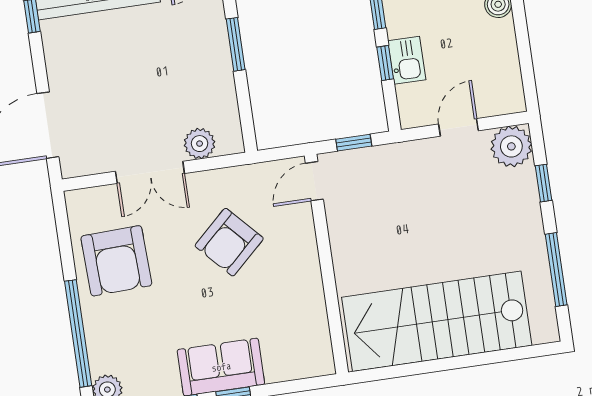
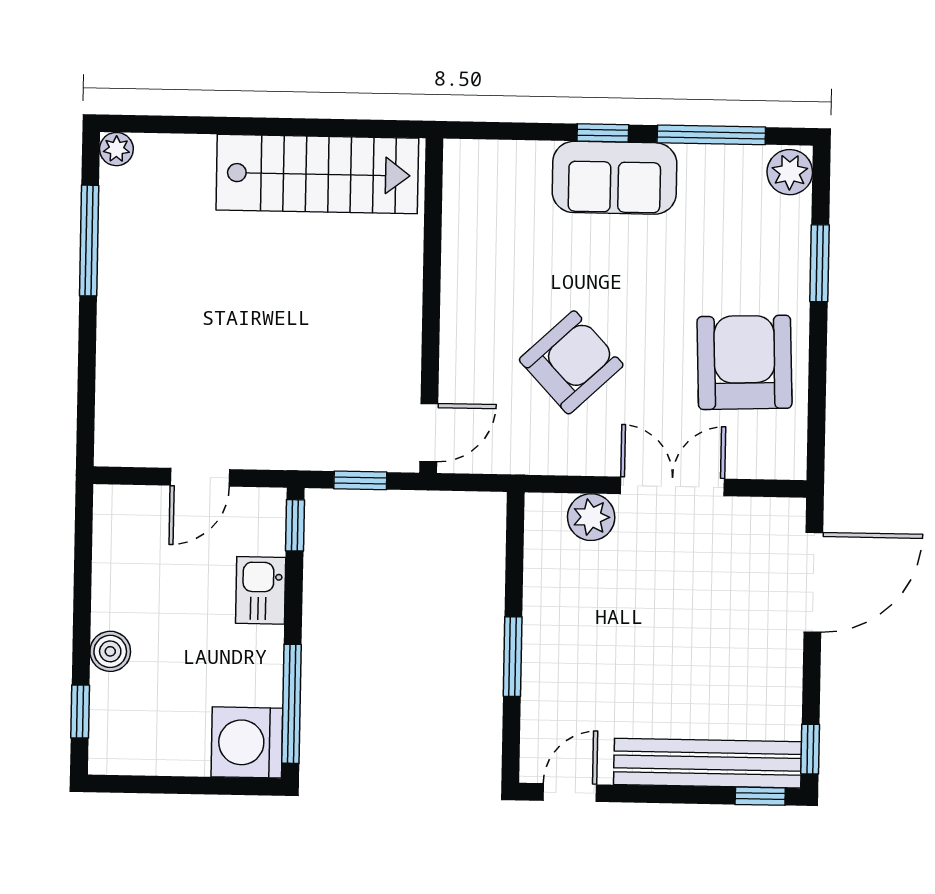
window: (385, 63) -> (295, 525), moved
plant: (511, 146) -> (116, 149), moved, width x0.53, depth x0.53
window: (544, 183) -> (87, 373), removed
stairs: (437, 321) -> (317, 174), width x0.73, depth x0.66
window: (78, 333) -> (820, 263), width x0.47

